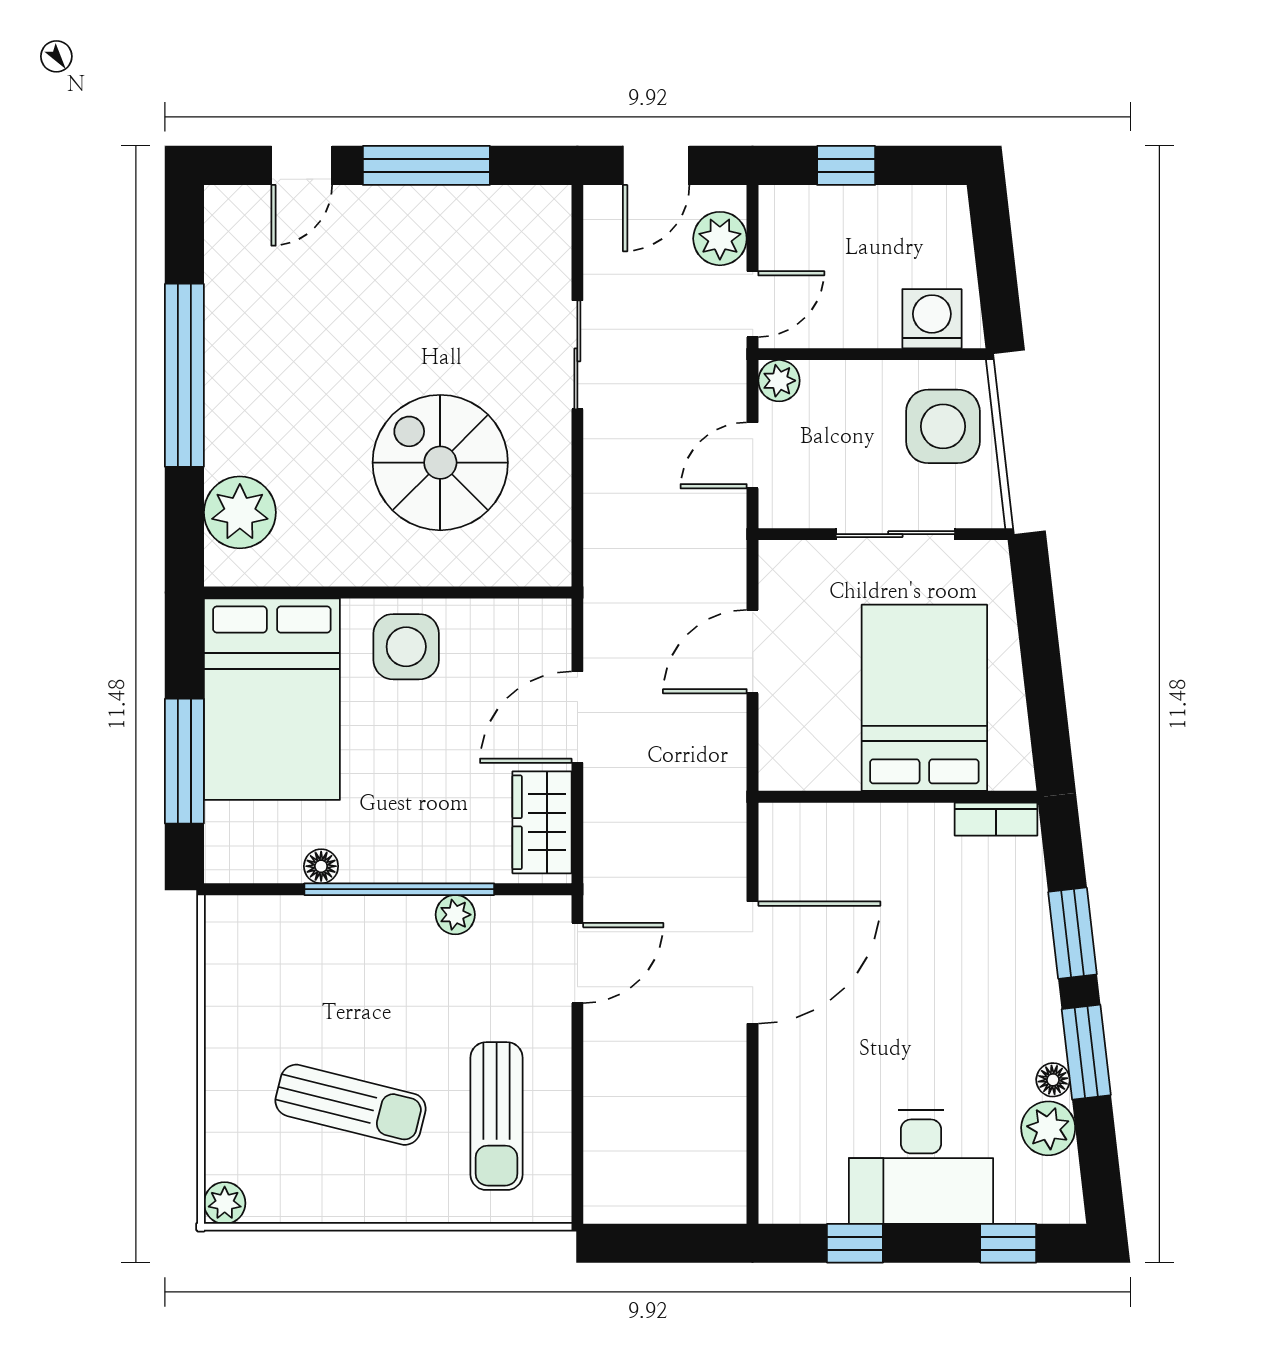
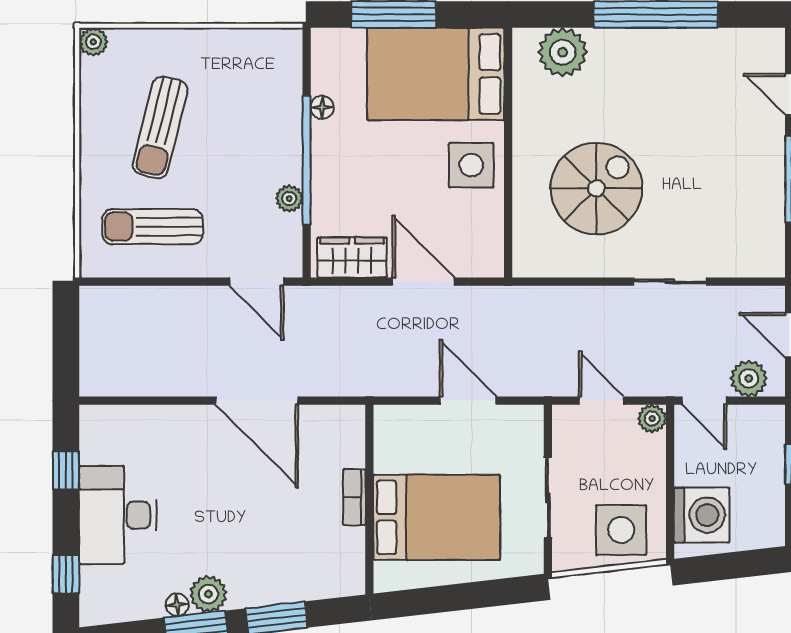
washing machine: (932, 319) -> (702, 515), width x1.37, depth x1.37
bookcase: (996, 819) -> (354, 497), moved
plant: (1048, 1128) -> (208, 594), moved

